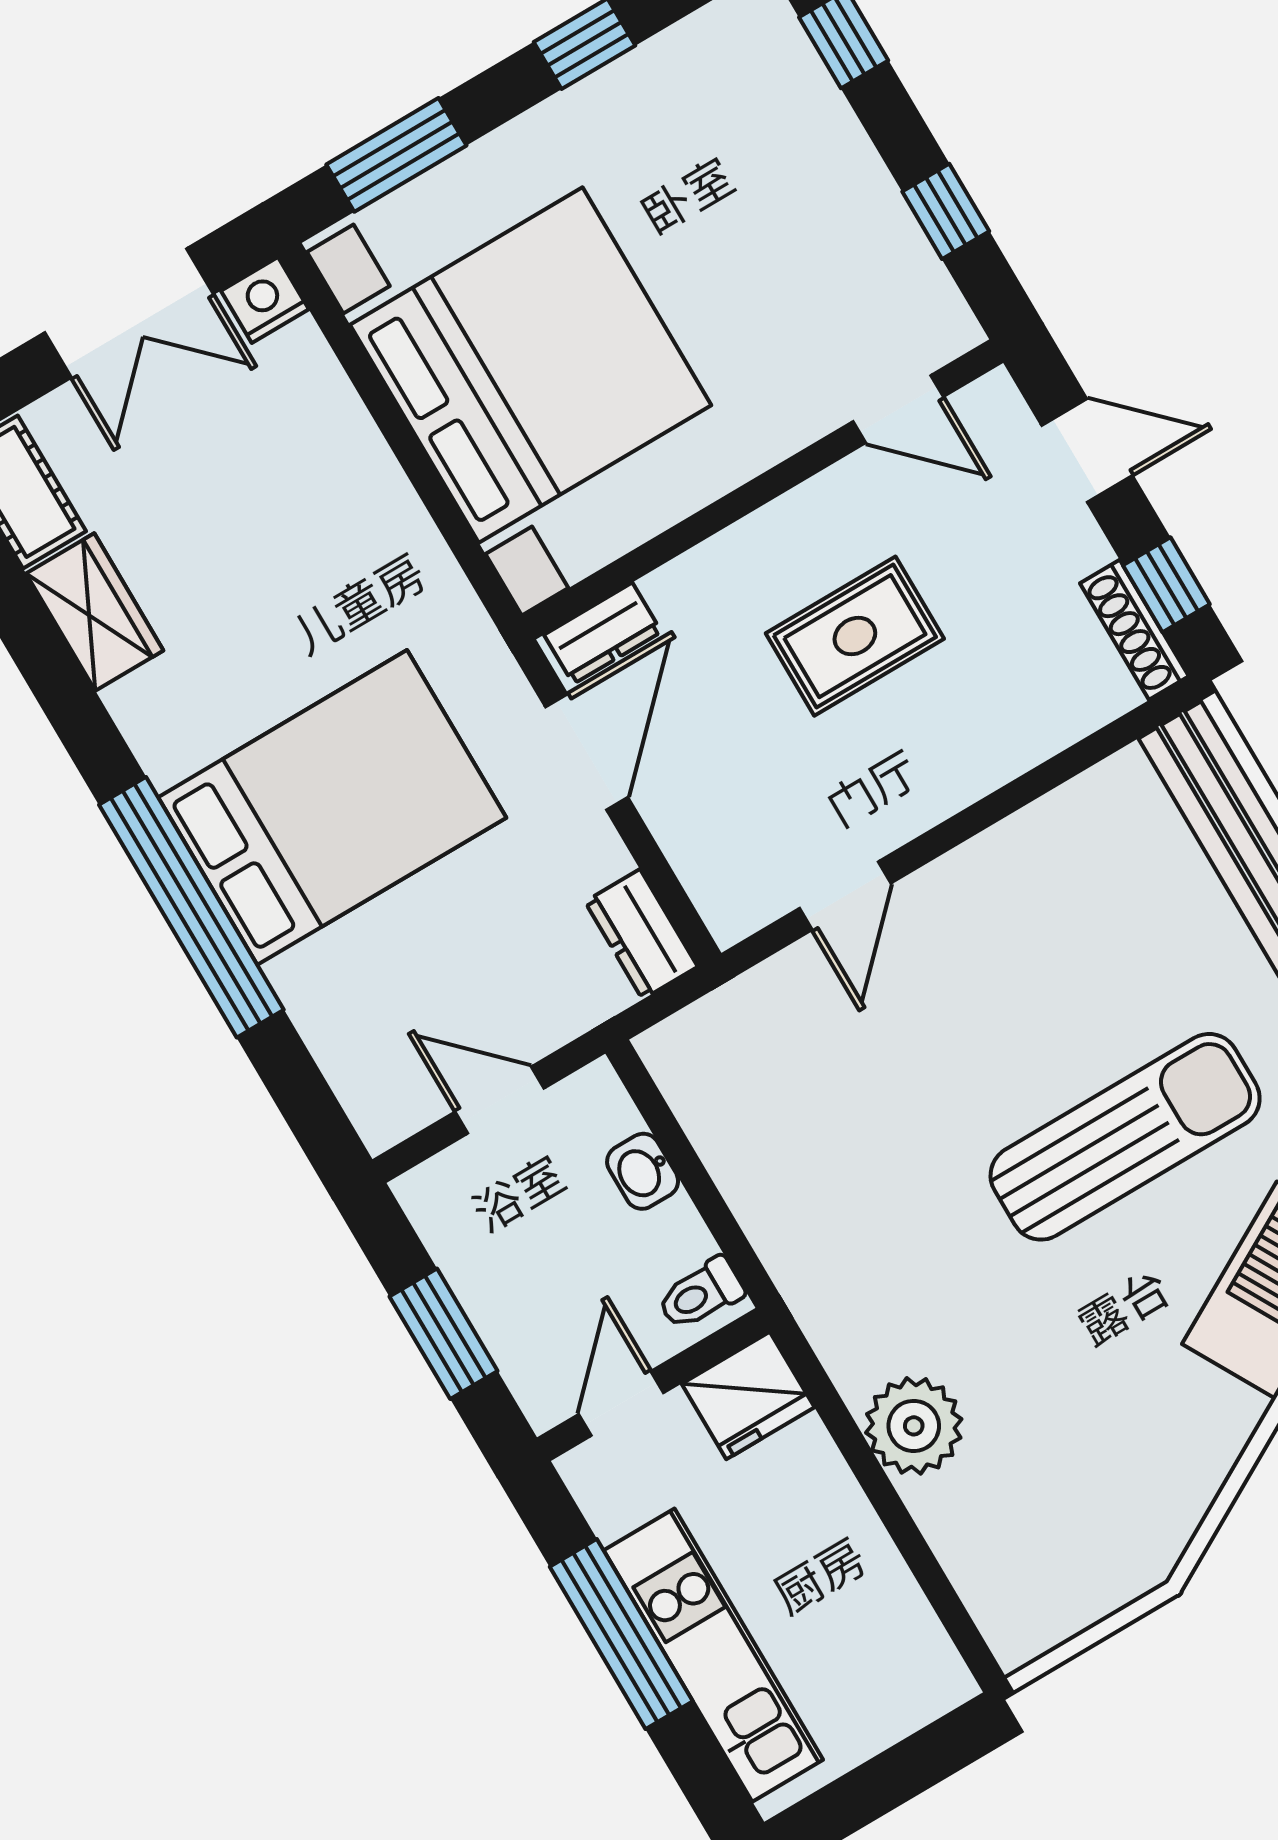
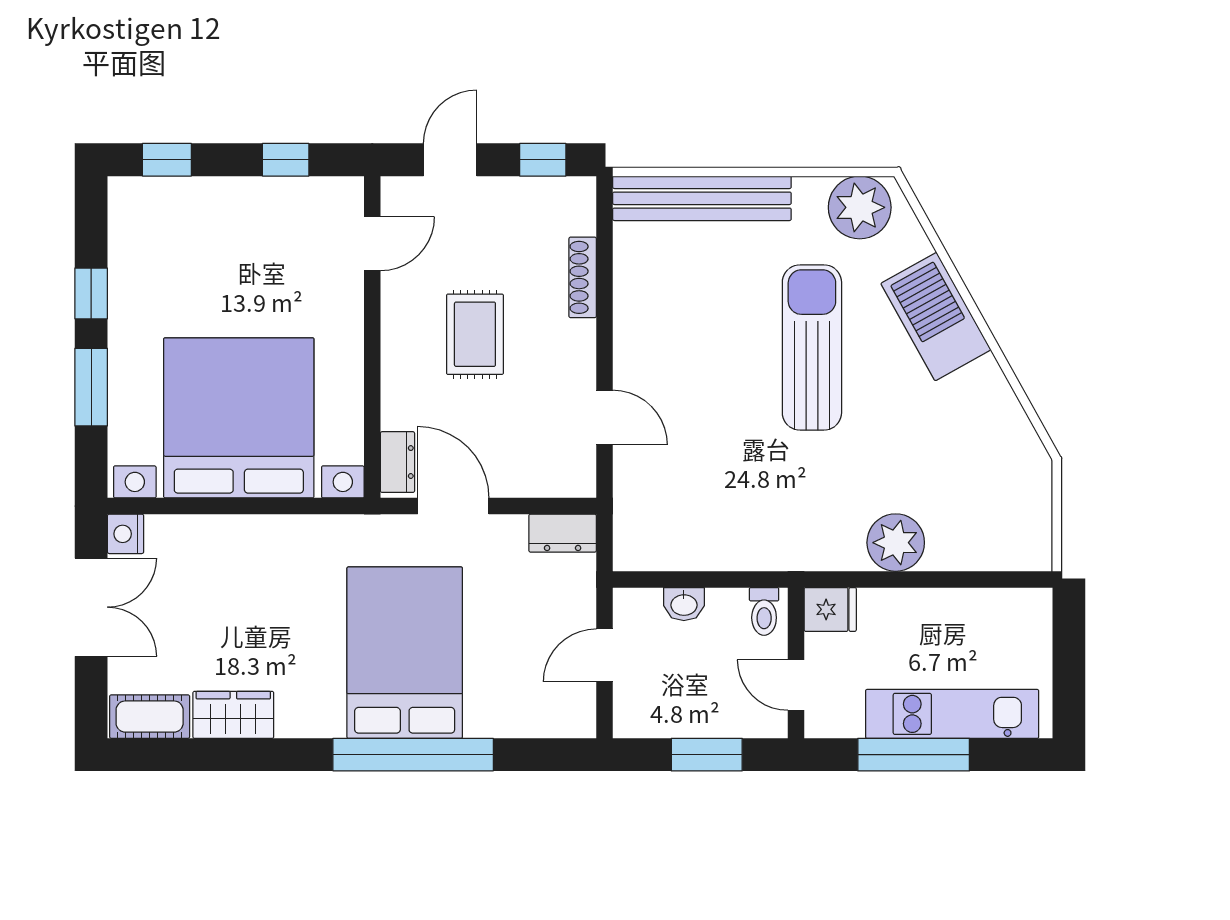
window: (396, 155) -> (91, 387), moved
shoe rack: (1134, 630) -> (583, 277), moved, turned 90
fridge: (748, 1396) -> (830, 609), width x0.72

